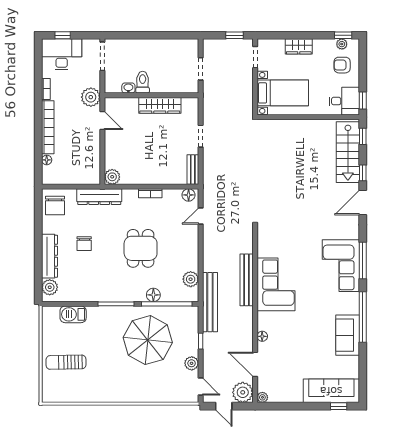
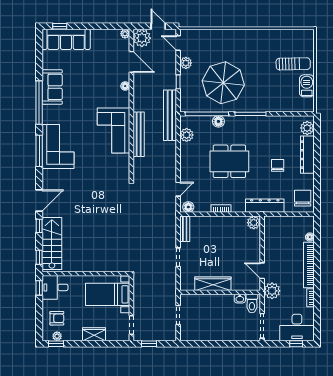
toilet: (143, 82) -> (252, 304), moved
dining table: (141, 248) -> (229, 161), width x1.38
barbecue: (73, 314) -> (307, 86), moved, turned -90

